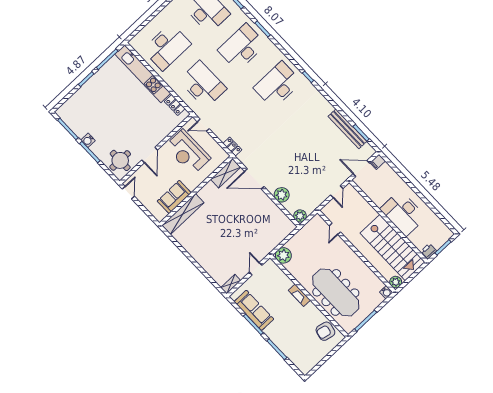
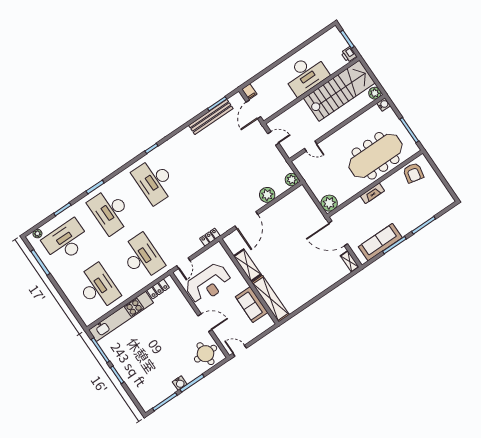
desk: (203, 84) -> (142, 257), turned 90
shelving: (226, 173) -> (247, 265), moved
door: (256, 269) -> (338, 234), width x1.88

